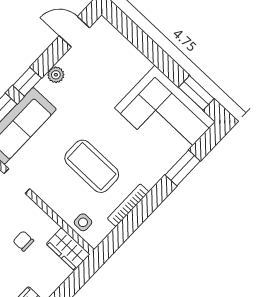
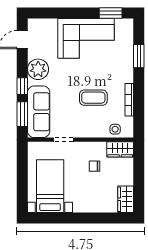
plant: (56, 75) -> (38, 69), width x1.88, depth x1.88
corner sofa: (165, 115) -> (86, 38), moved
coffee table: (92, 166) -> (93, 98), width x0.73, depth x0.76

